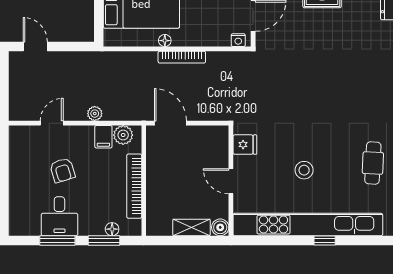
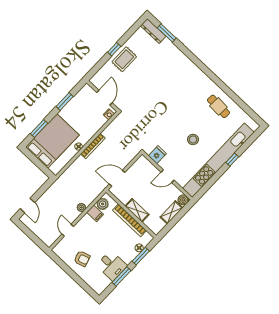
door: (35, 46) -> (27, 206), swing flipped
armchair: (62, 170) -> (82, 259), moved
shelving: (155, 184) -> (137, 210), added

